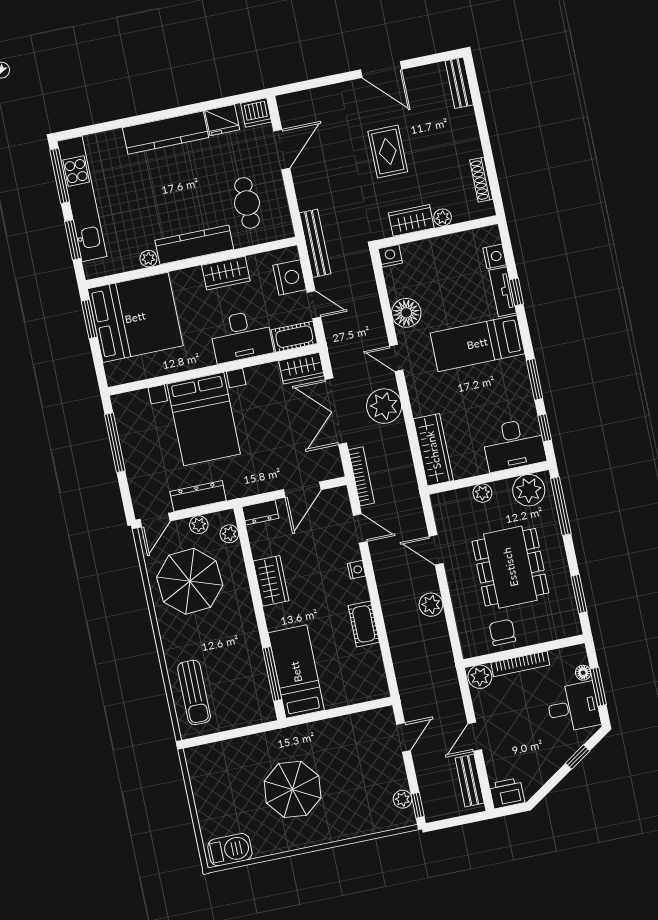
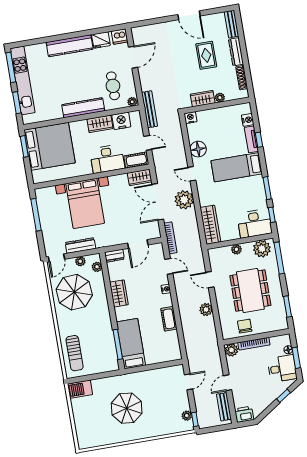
dresser: (469, 133) -> (236, 52), added
rug: (388, 152) -> (206, 55), moved
plant: (148, 259) -> (132, 102), moved
nightstand: (290, 277) -> (121, 121), moved, turned -90
barbecue: (230, 850) -> (80, 389), moved, turned 180

